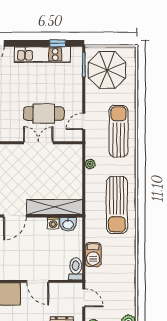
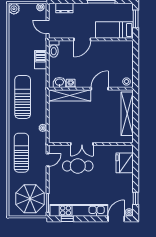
kitchen unit: (42, 55) -> (79, 210), width x1.36
sun lounger: (118, 131) -> (21, 153), turned 180
door: (38, 281) -> (82, 39), swing flipped

